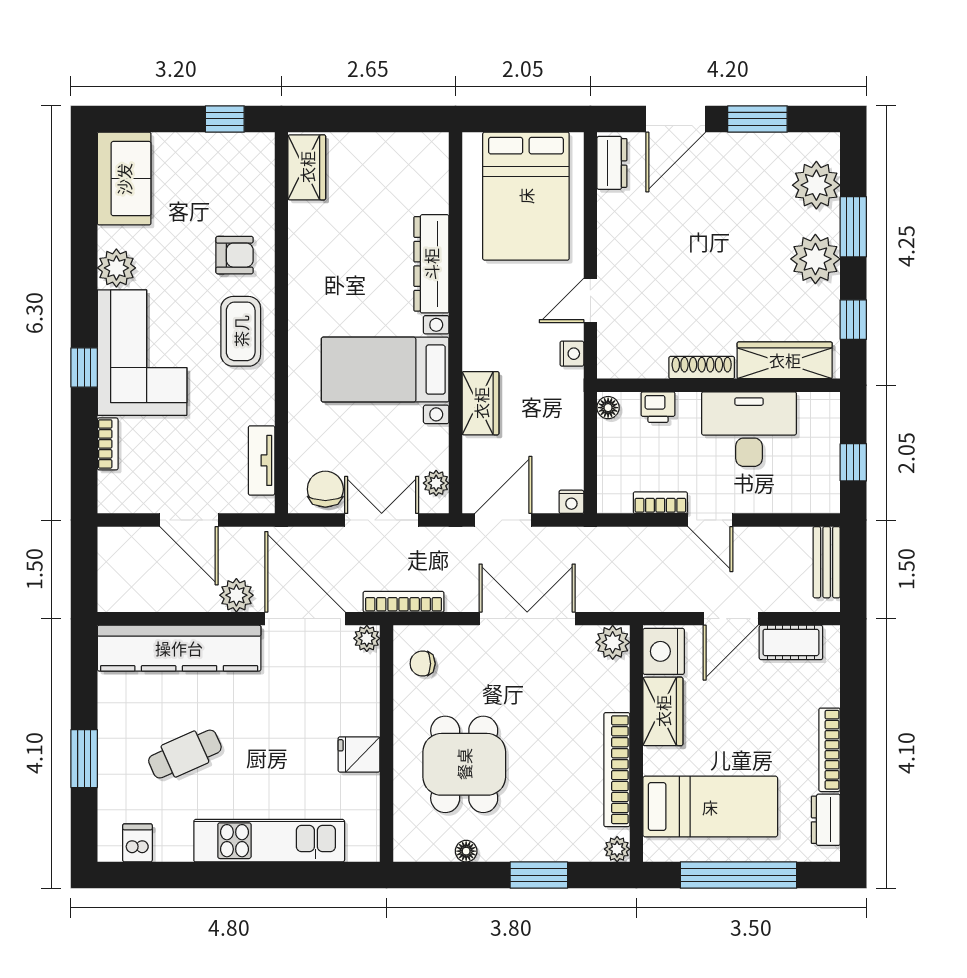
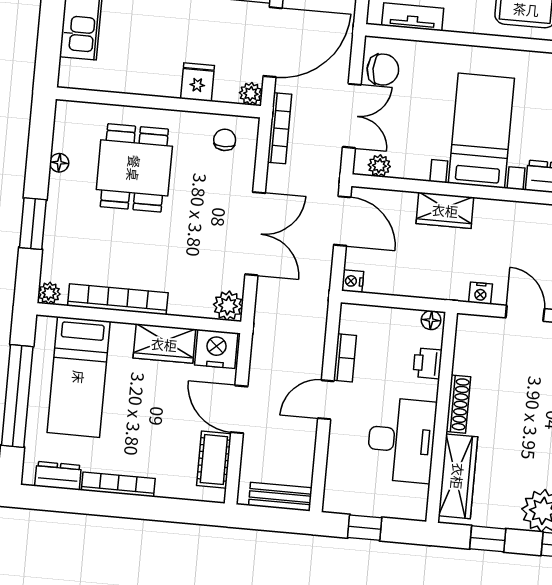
fridge: (359, 754) -> (198, 82), moved
dining table: (464, 764) -> (134, 168), turned 90

